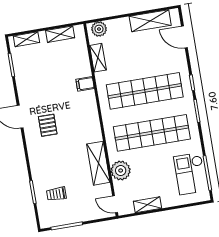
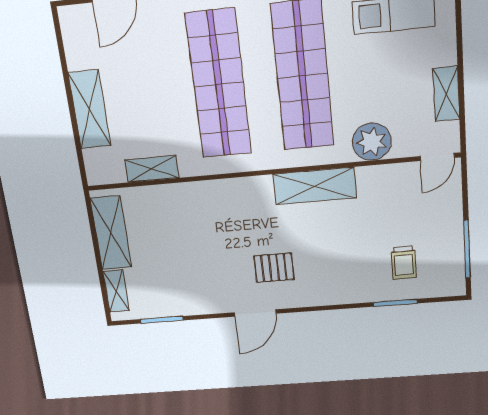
shelving: (150, 21) -> (90, 109), moved
plant: (99, 29) -> (98, 163), removed
shelving: (60, 34) -> (111, 233), width x1.50, depth x1.33
filing cabinet: (85, 84) -> (200, 196), removed
shelving: (98, 163) -> (315, 186), moved

